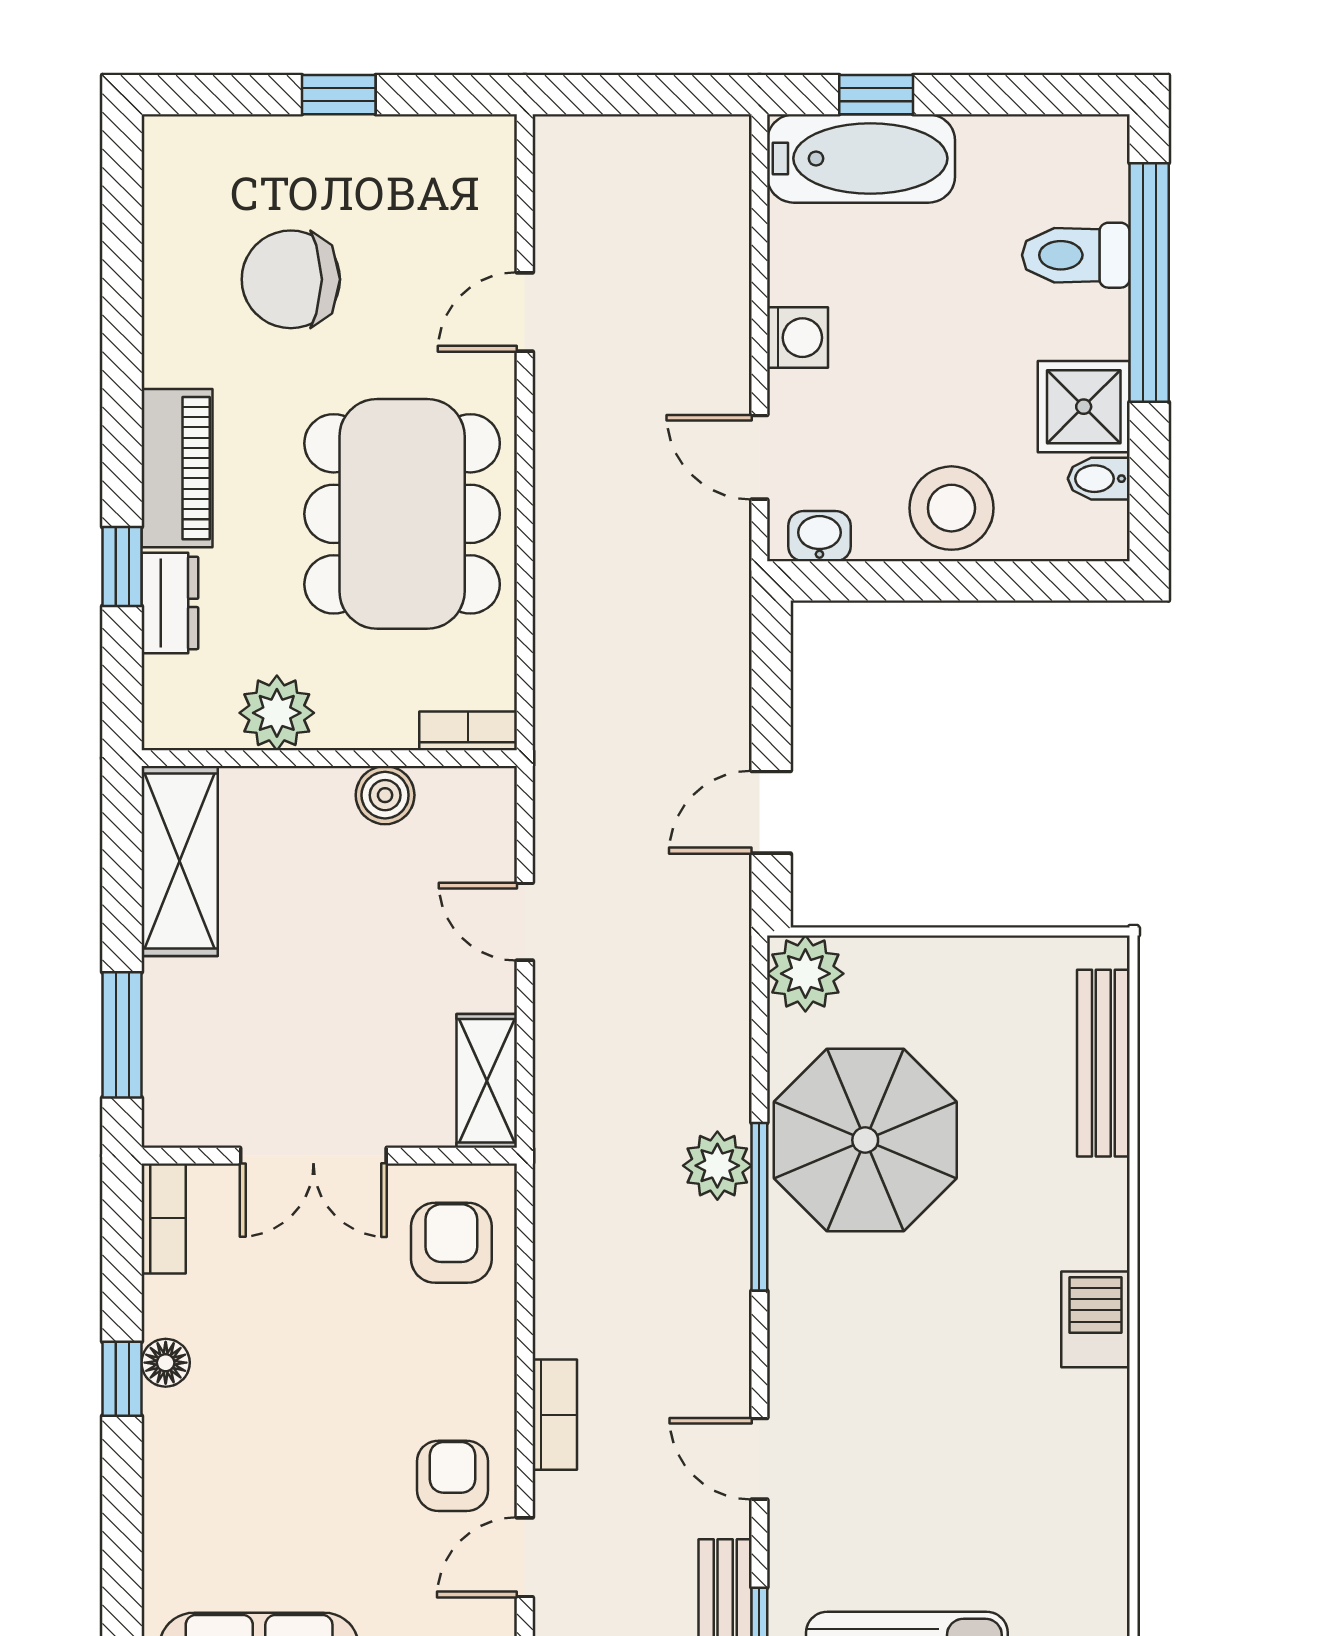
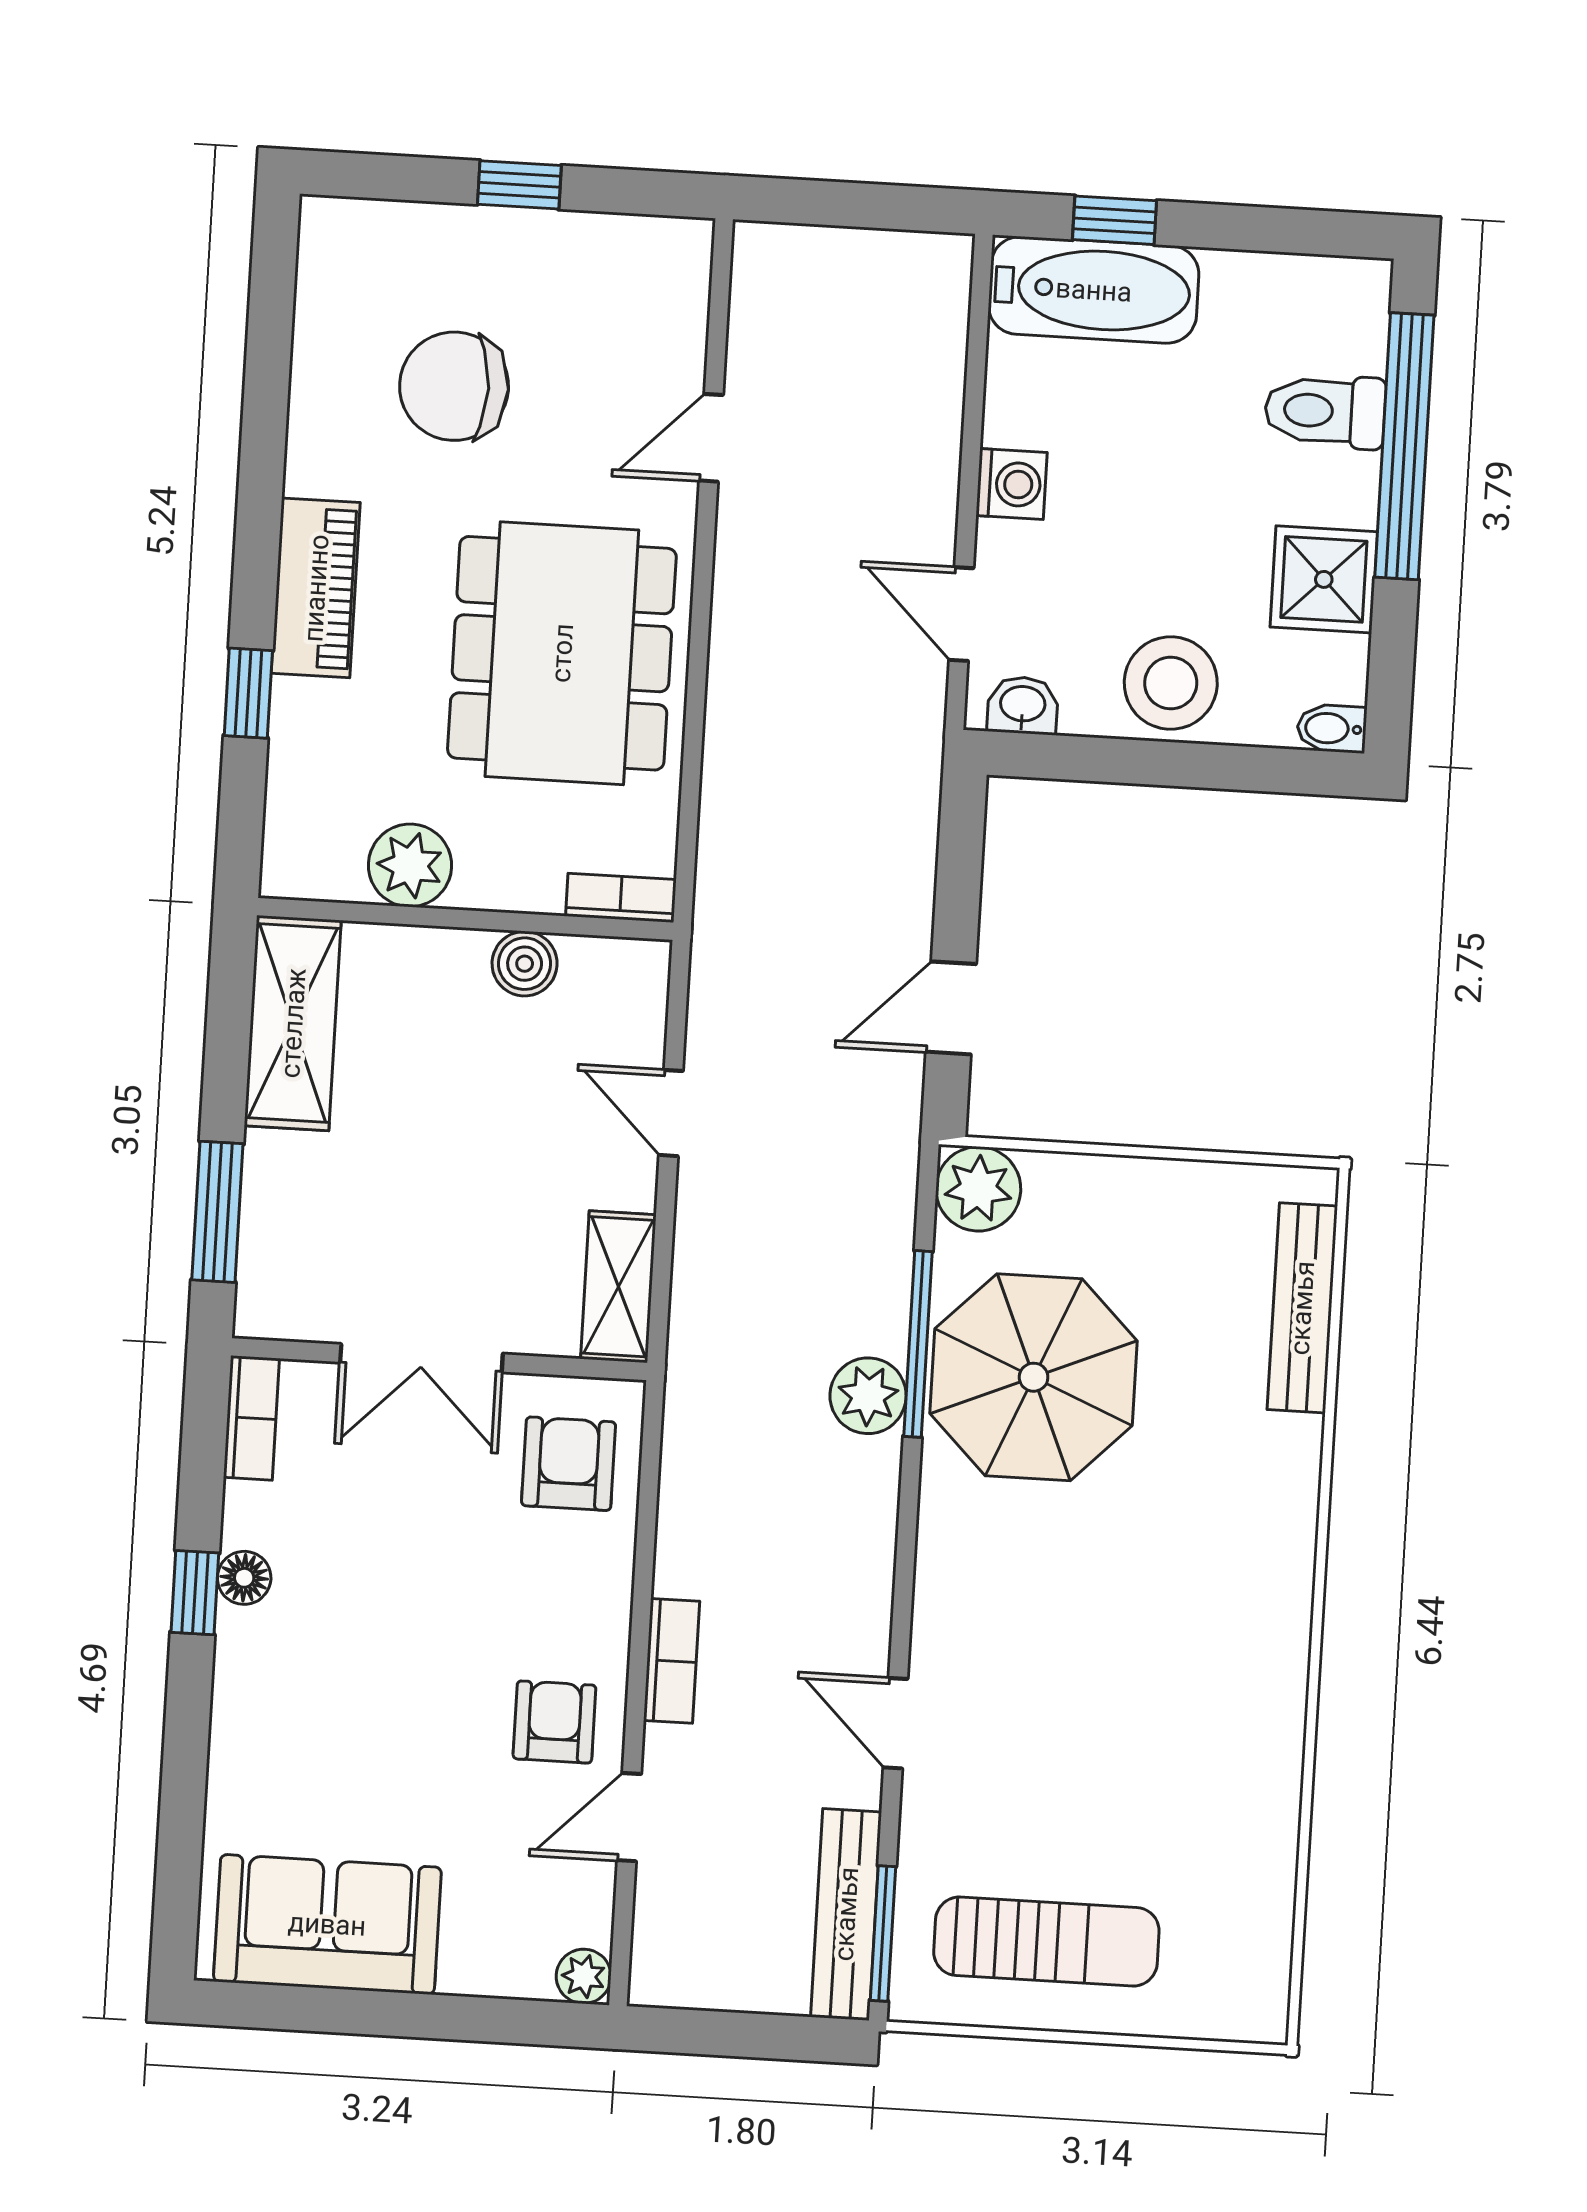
bidet: (1099, 479) -> (1332, 728), moved
dresser: (170, 603) -> (299, 737), removed
window: (759, 1207) -> (918, 1344), moved
barbecue: (1095, 1319) -> (1277, 1591), removed

